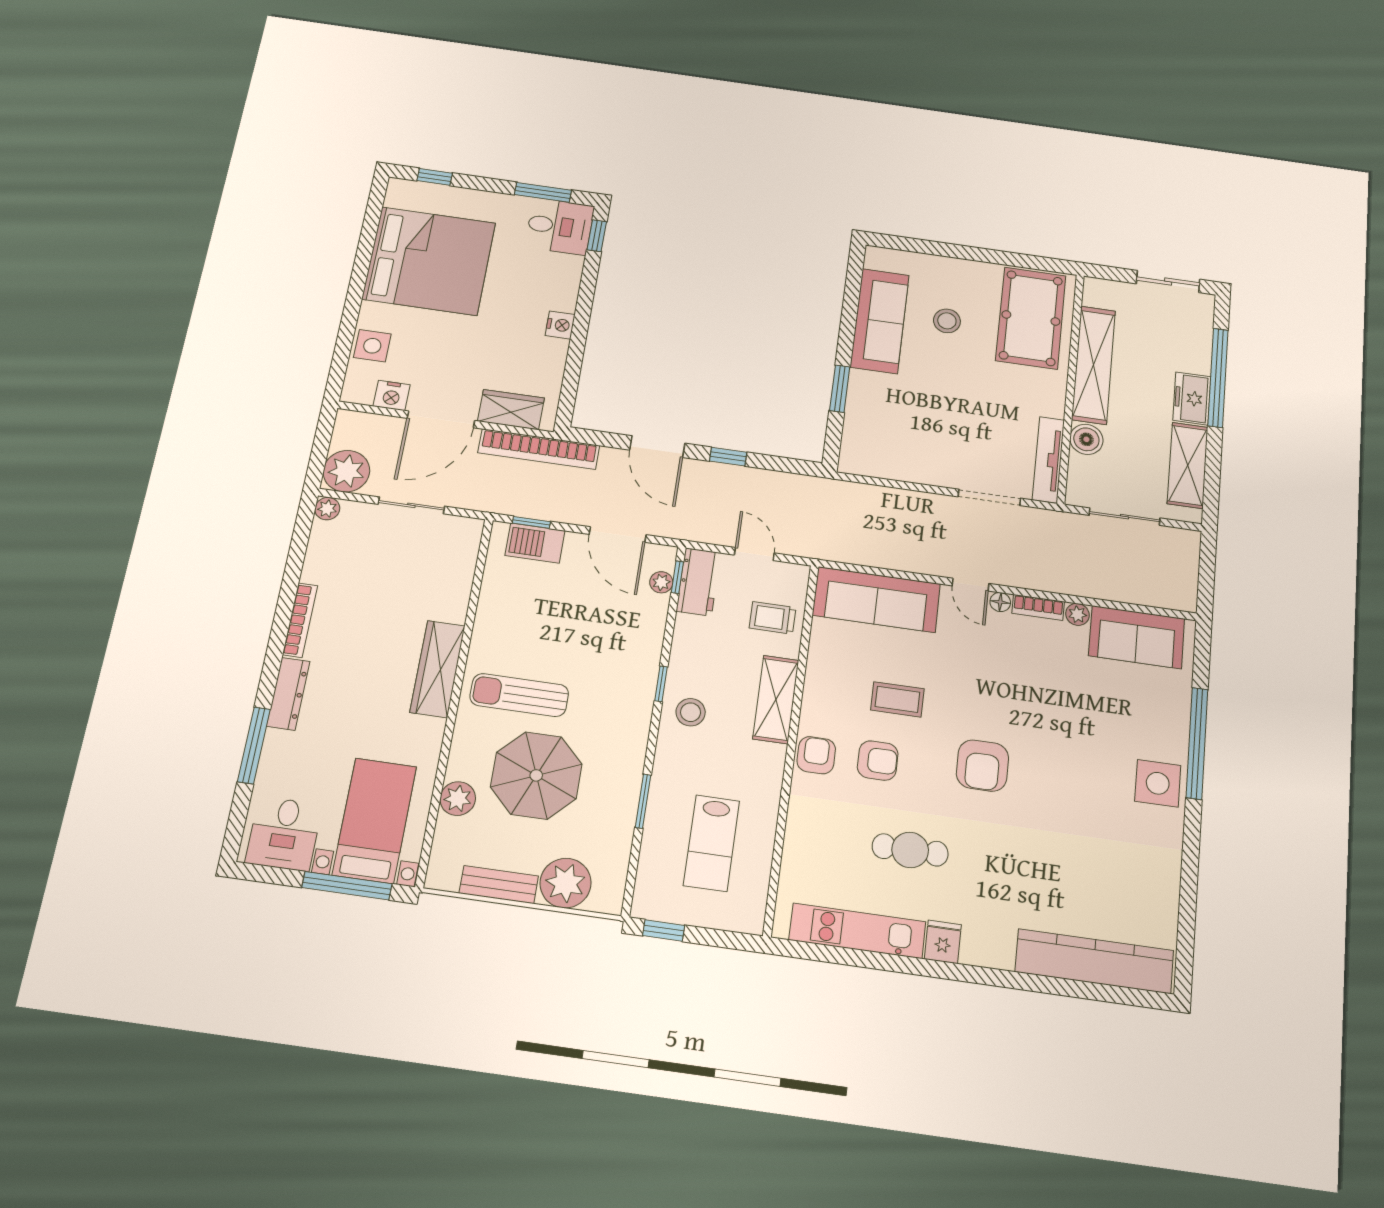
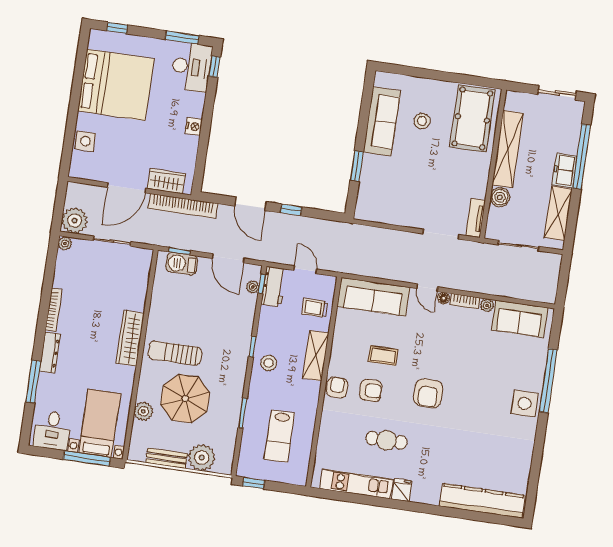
desk: (560, 226) -> (191, 67), width x1.37
nightstand: (392, 396) -> (98, 173), removed
tv unit: (1048, 460) -> (476, 218), width x0.71

